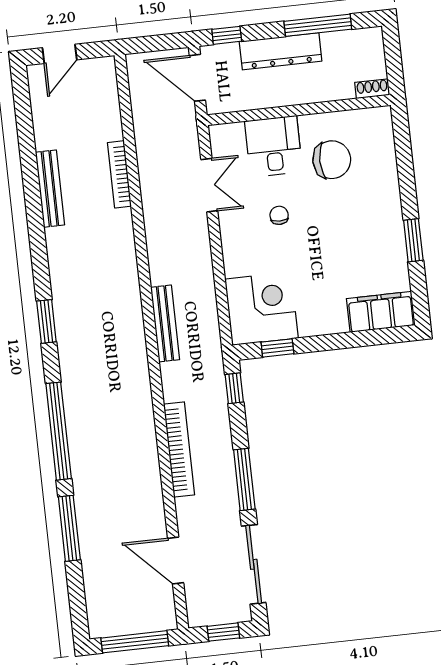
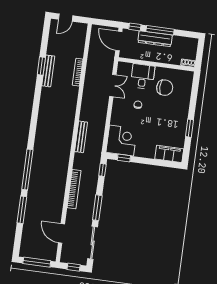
window: (318, 25) -> (160, 30), moved
window: (46, 321) -> (41, 66), moved

